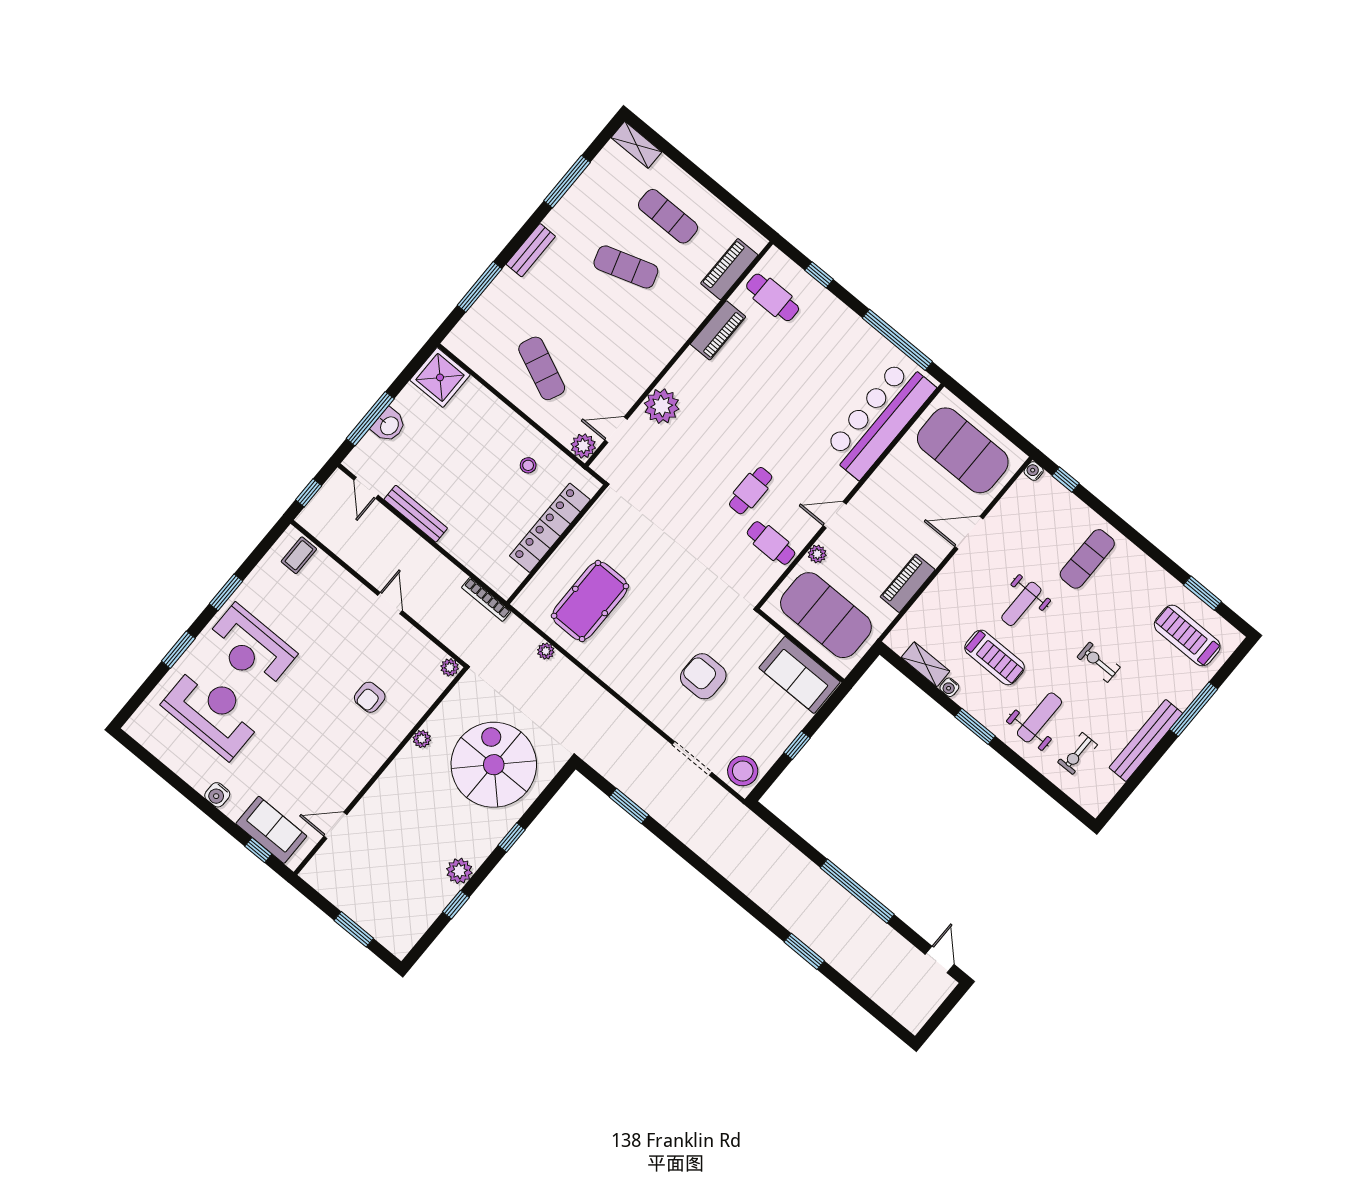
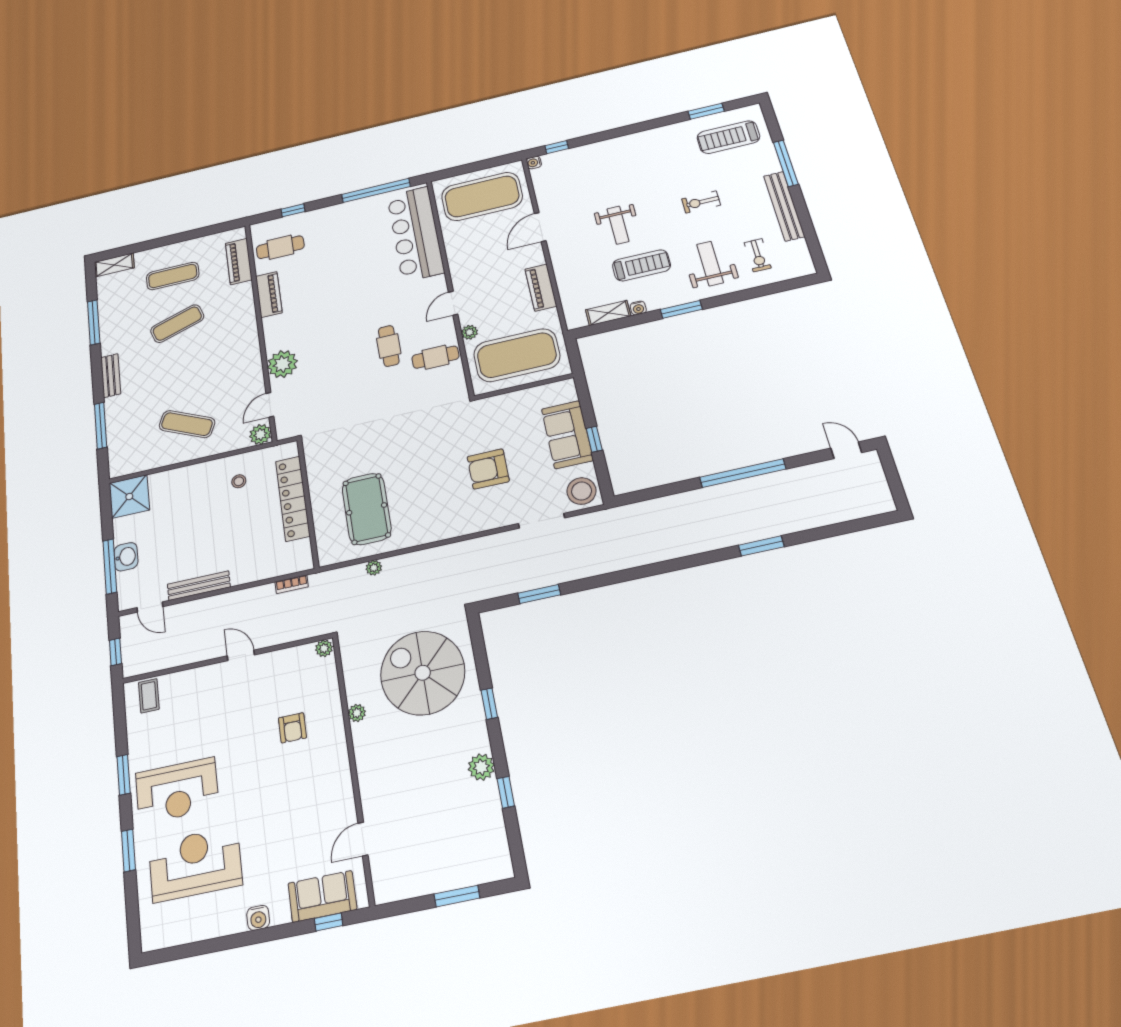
exercise mat: (1087, 559) -> (622, 166), removed
bookcase: (486, 599) -> (292, 584), width x0.64
sofa: (800, 675) -> (567, 435), moved, turned 90

